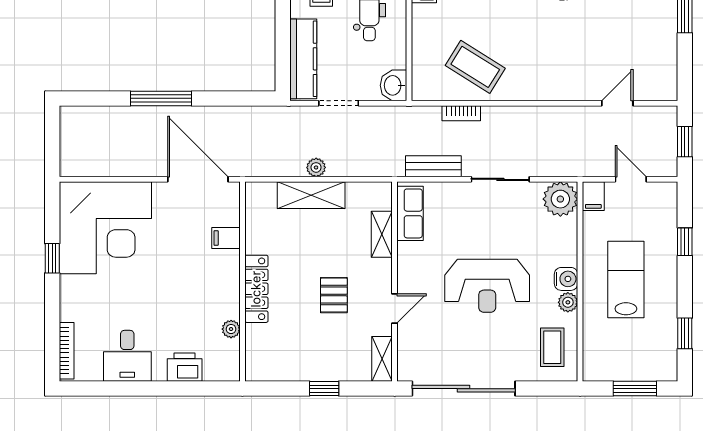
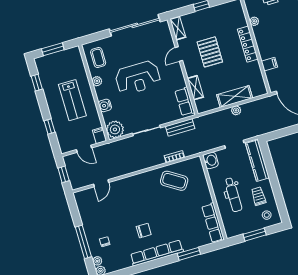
water cooler: (566, 279) -> (105, 105), moved
reception desk: (487, 286) -> (138, 78), turned 180
pallet: (334, 295) -> (210, 52), width x1.50, depth x1.42

